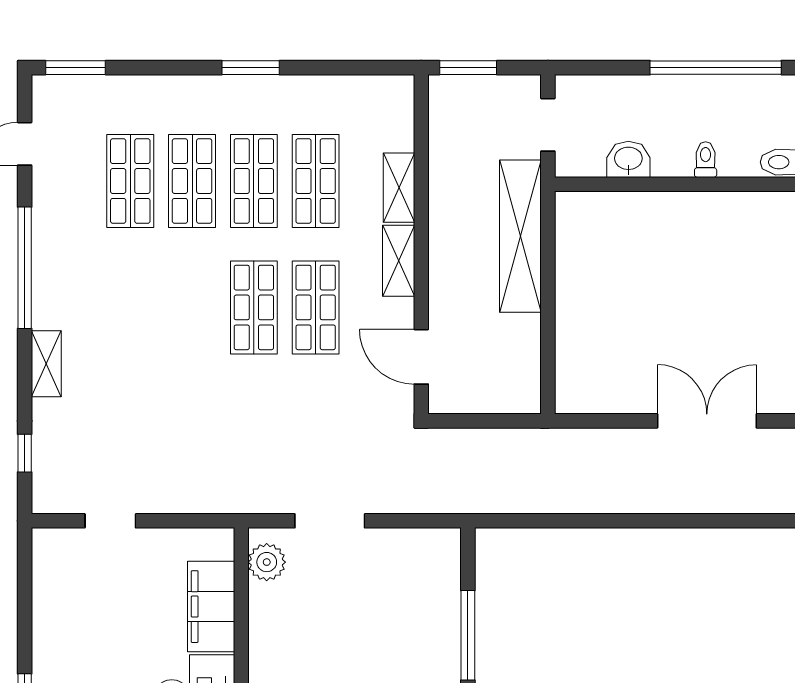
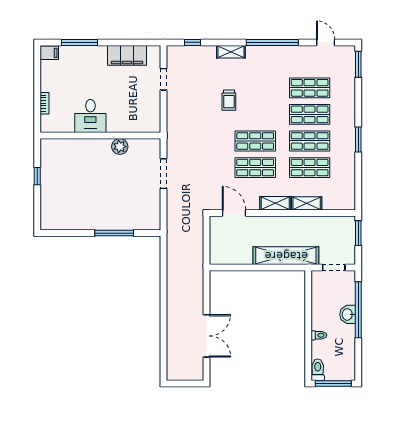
window: (716, 68) -> (358, 310), moved
washbasin: (628, 159) -> (348, 314), moved, turned 180
door: (421, 357) -> (234, 213), hinge flipped
trolley: (159, 369) -> (229, 100), added
plant: (267, 562) -> (120, 147), moved
filing cabinet: (211, 607) -> (127, 55), moved, turned 180

